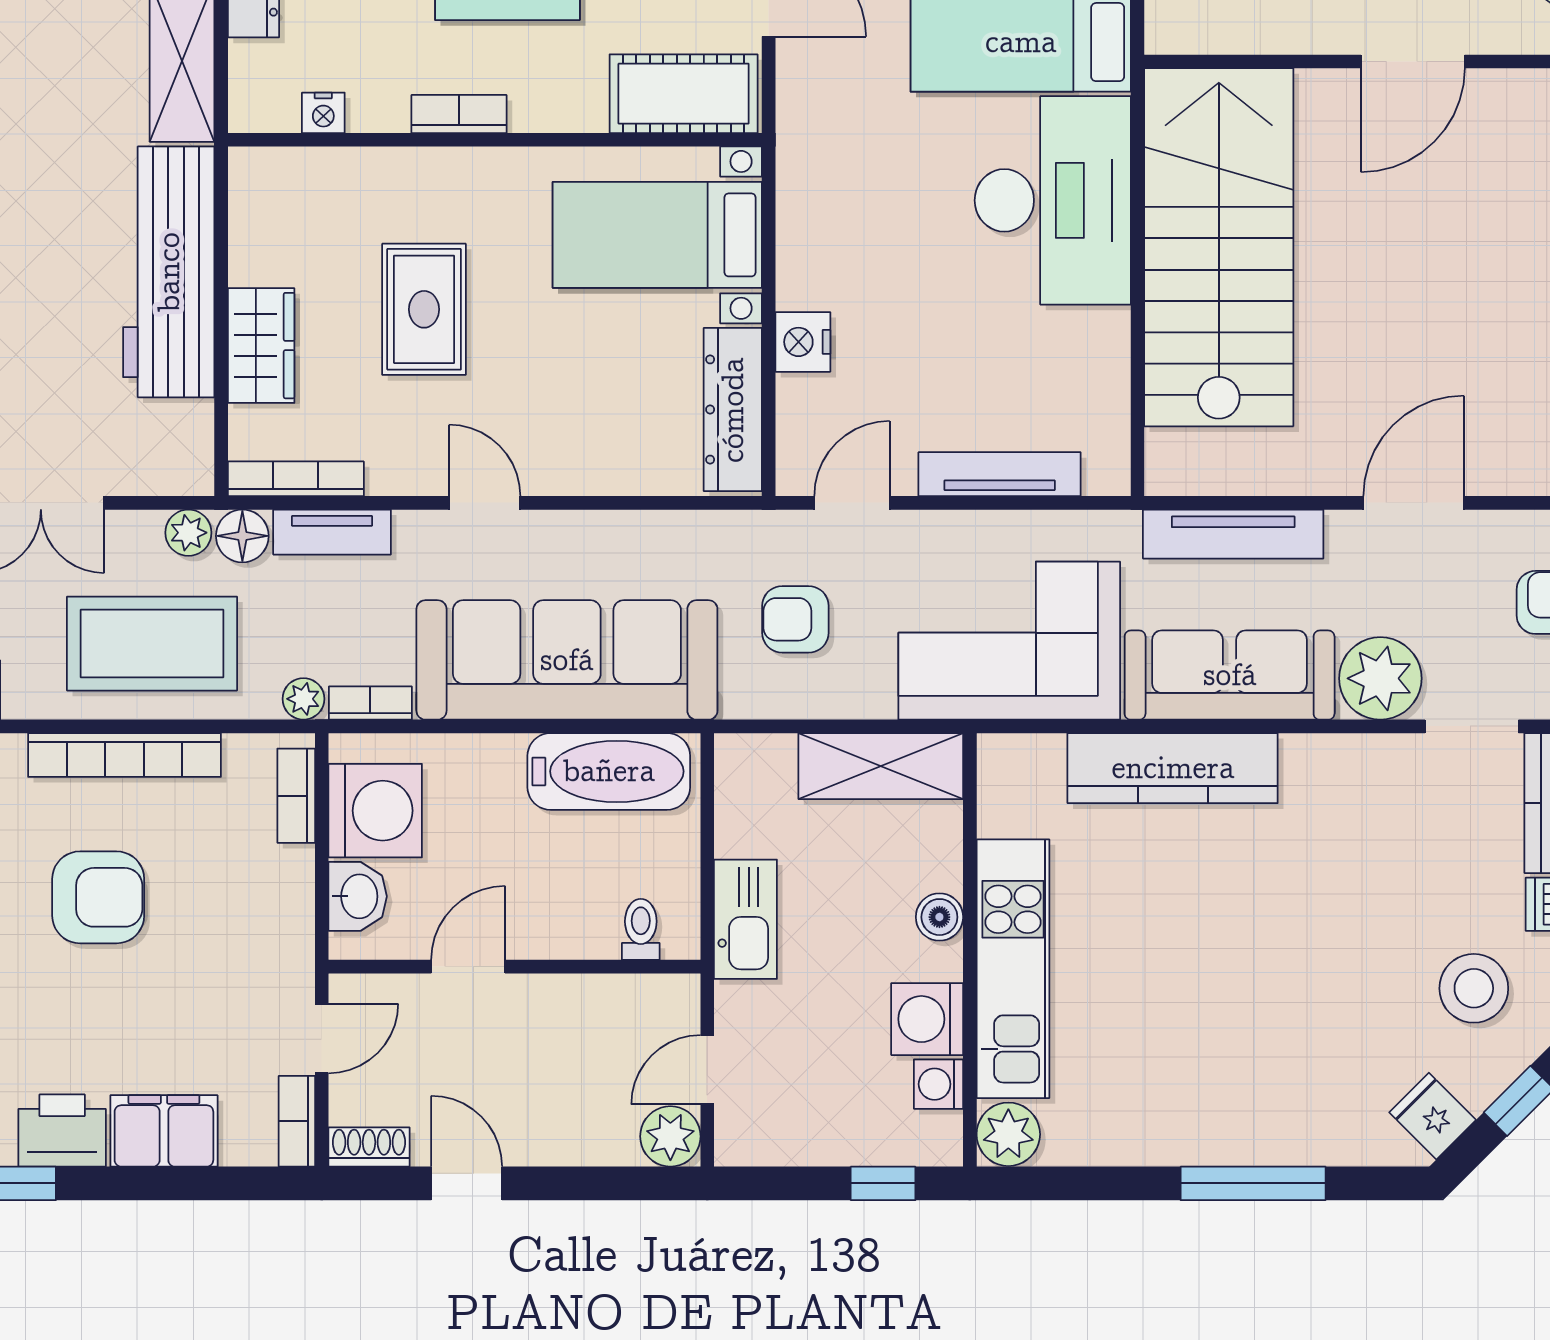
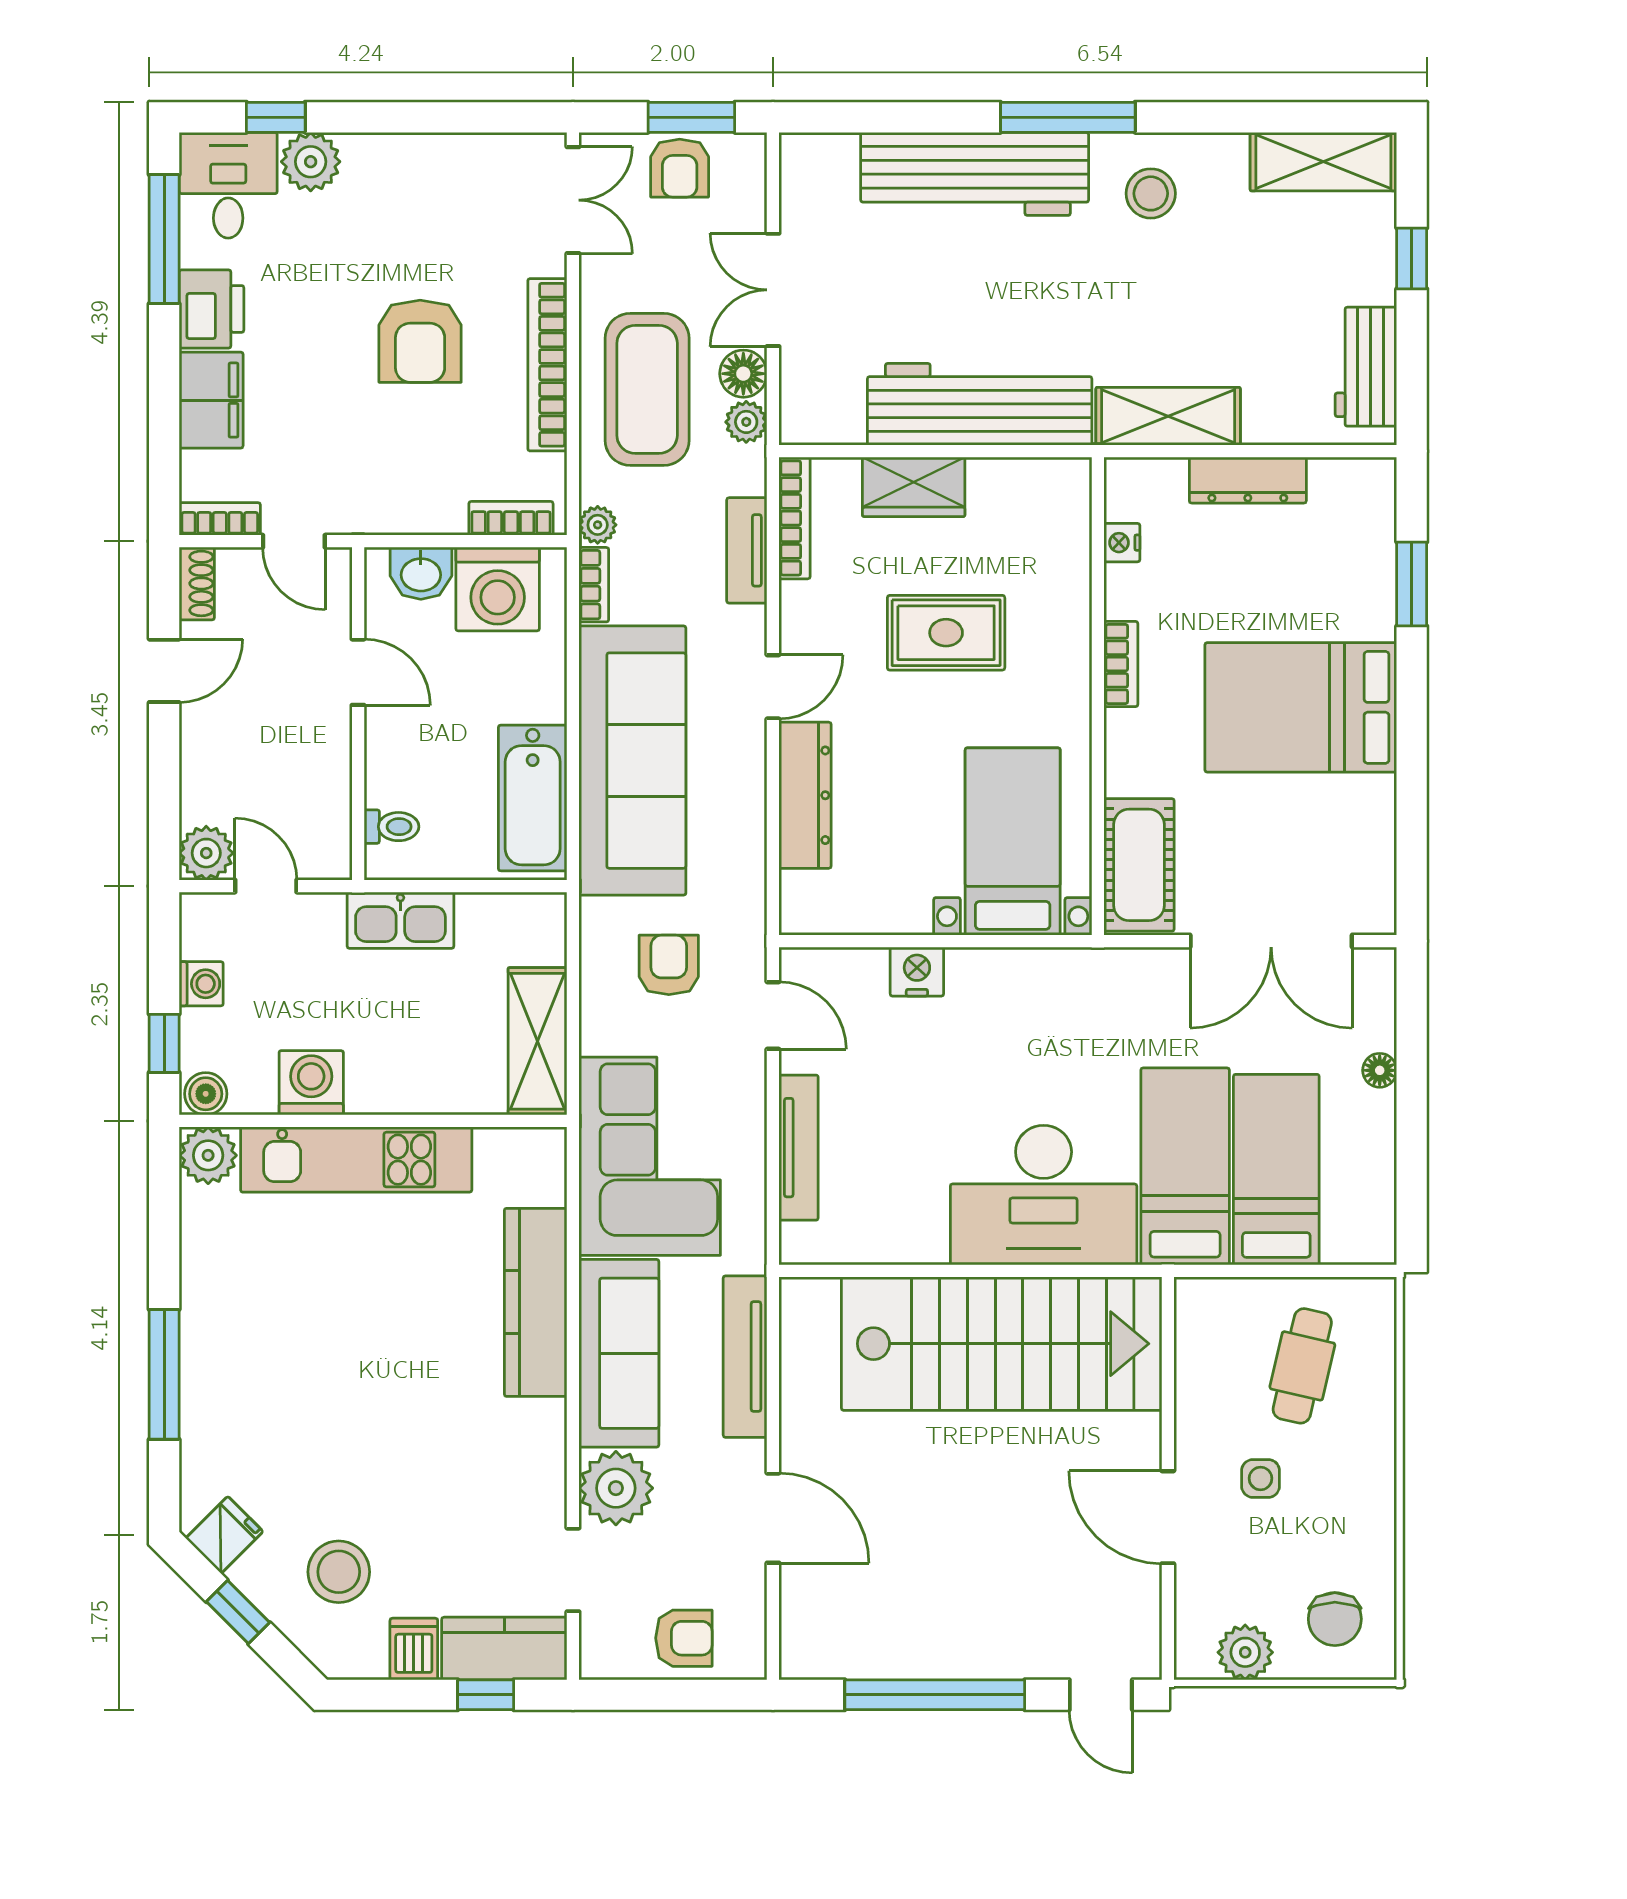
dresser: (733, 410) -> (805, 795), moved, turned 90
floor lamp: (242, 536) -> (743, 374), moved
boiler: (939, 917) -> (206, 1094), moved
washing machine: (938, 1084) -> (201, 984), moved, turned 90

